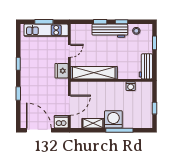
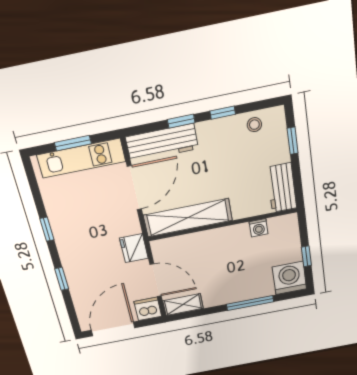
workbench: (110, 31) -> (162, 143), moved
door: (69, 51) -> (134, 188), width x1.88
fridge: (62, 71) -> (134, 248), moved
door: (69, 105) -> (156, 280), hinge flipped
washing machine: (113, 119) -> (289, 278), moved
shelving: (93, 123) -> (183, 305), moved
door: (39, 130) -> (113, 329), hinge flipped

